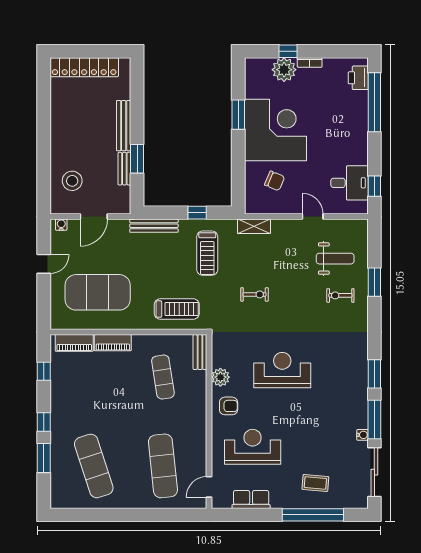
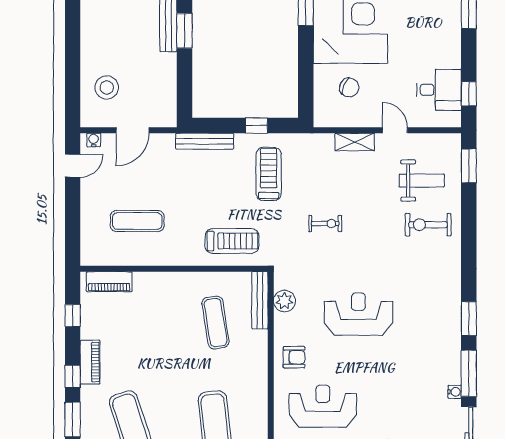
window: (137, 159) -> (184, 31), moved
bench: (124, 169) -> (169, 73), removed
shelving: (254, 226) -> (355, 142), moved
treadmill: (207, 253) -> (269, 174), turned 180
door: (44, 264) -> (73, 166), moved
window: (374, 282) -> (469, 166), moved
exercise mat: (98, 292) -> (137, 221), width x0.50, depth x0.69
exercise bike: (340, 295) -> (428, 225), width x1.38, depth x1.39
piano: (113, 343) -> (90, 362), moved, turned -90
bench: (200, 352) -> (260, 300), width x1.36
plant: (220, 377) -> (284, 301), moved

